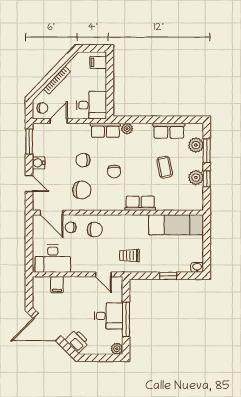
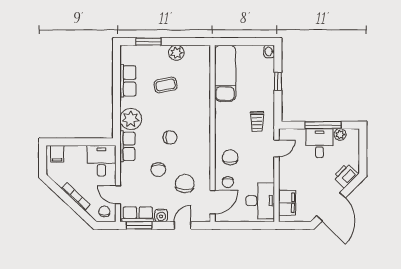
plant: (127, 129) -> (131, 119), width x1.87, depth x1.87
plant: (196, 145) -> (143, 53), removed
window: (207, 179) -> (178, 42), removed
chair: (82, 190) -> (185, 184), moved
row of seats: (140, 203) -> (138, 214), moved, turned 90
filing cabinet: (57, 285) -> (287, 203), width x2.00
plant: (117, 349) -> (340, 134), moved

